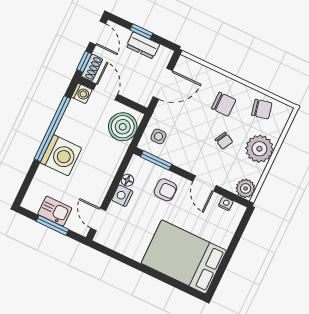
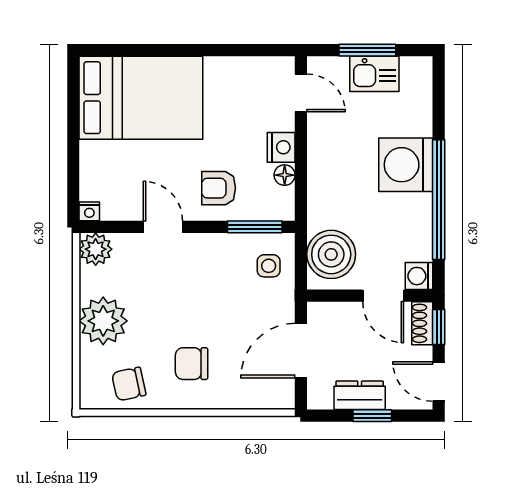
chair: (224, 141) -> (164, 307), removed
nightstand: (226, 204) -> (89, 211), moved

